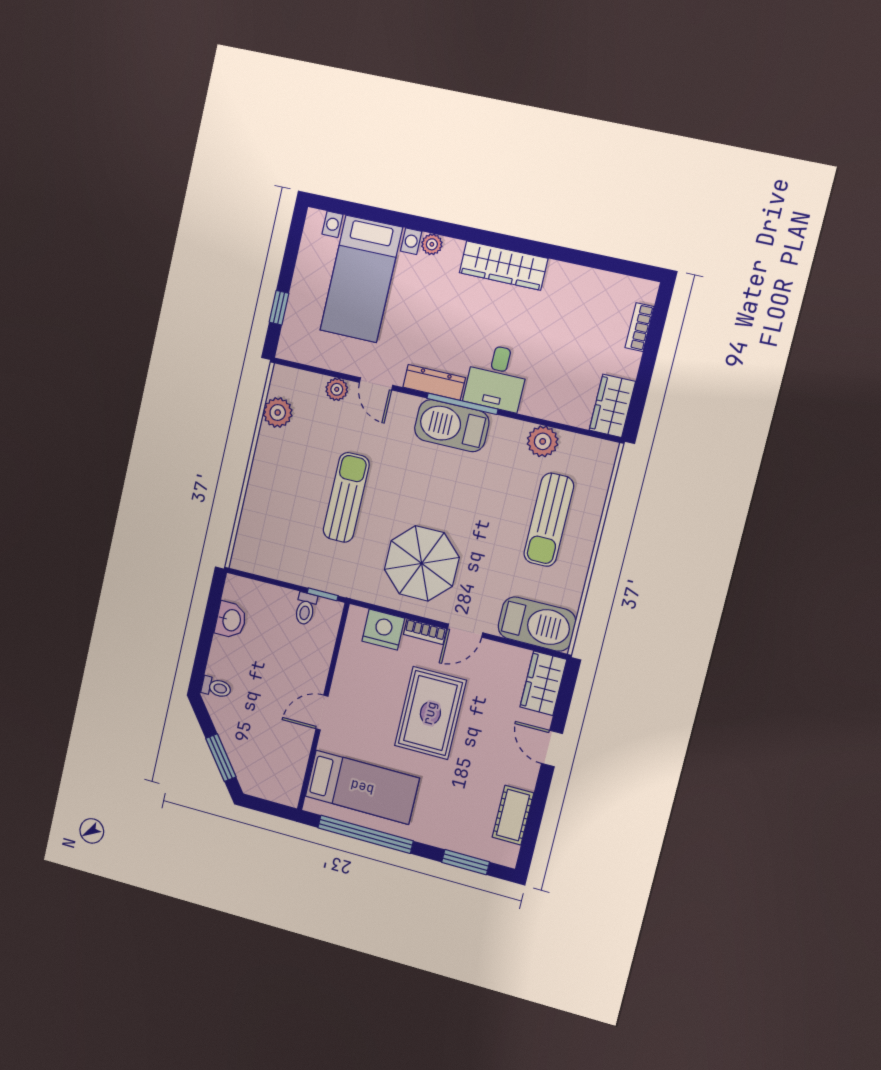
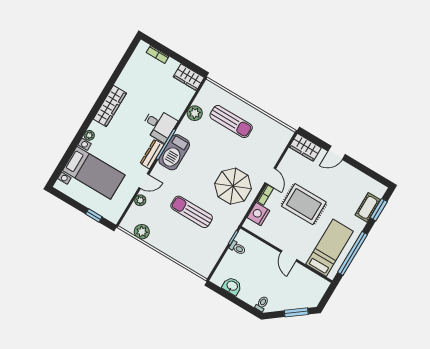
barbecue: (537, 624) -> (277, 142), removed
cot: (513, 815) -> (368, 207), moved, turned 90

